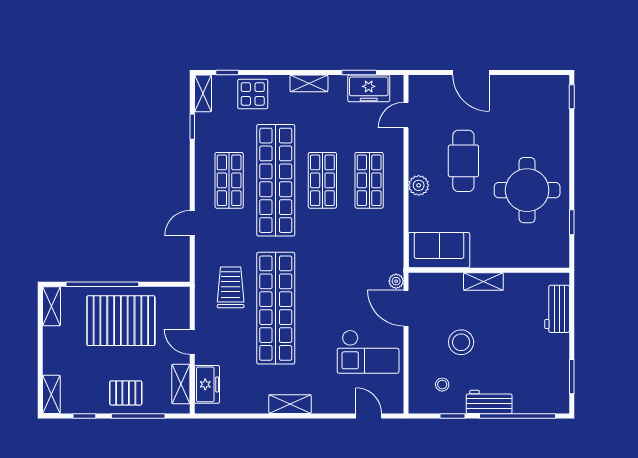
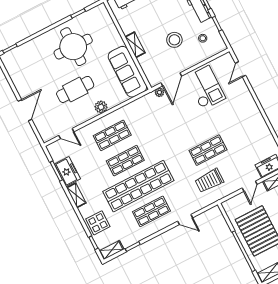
freezer: (369, 88) -> (67, 171), moved
sofa: (439, 250) -> (127, 72), width x1.36
shop shelf: (276, 308) -> (208, 150), width x0.50, depth x0.74
shelving: (290, 404) -> (256, 115), removed

